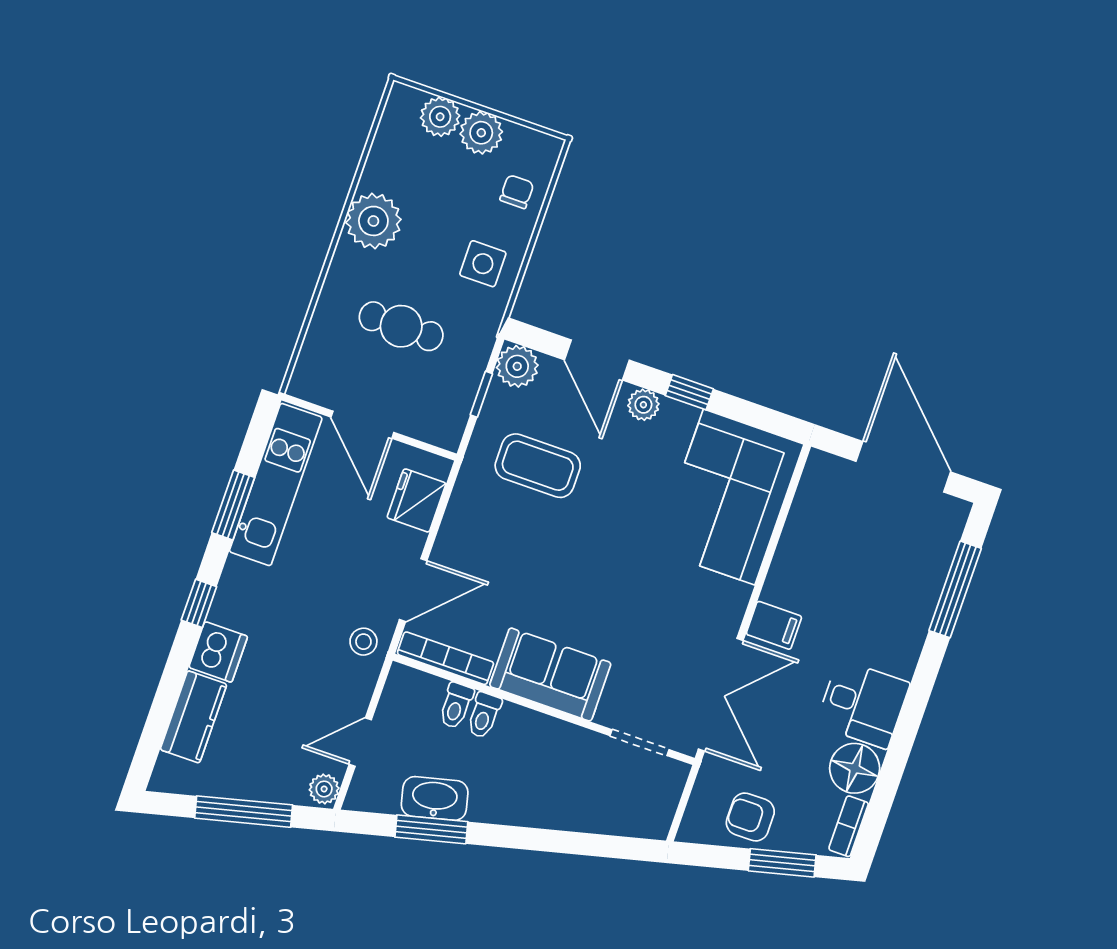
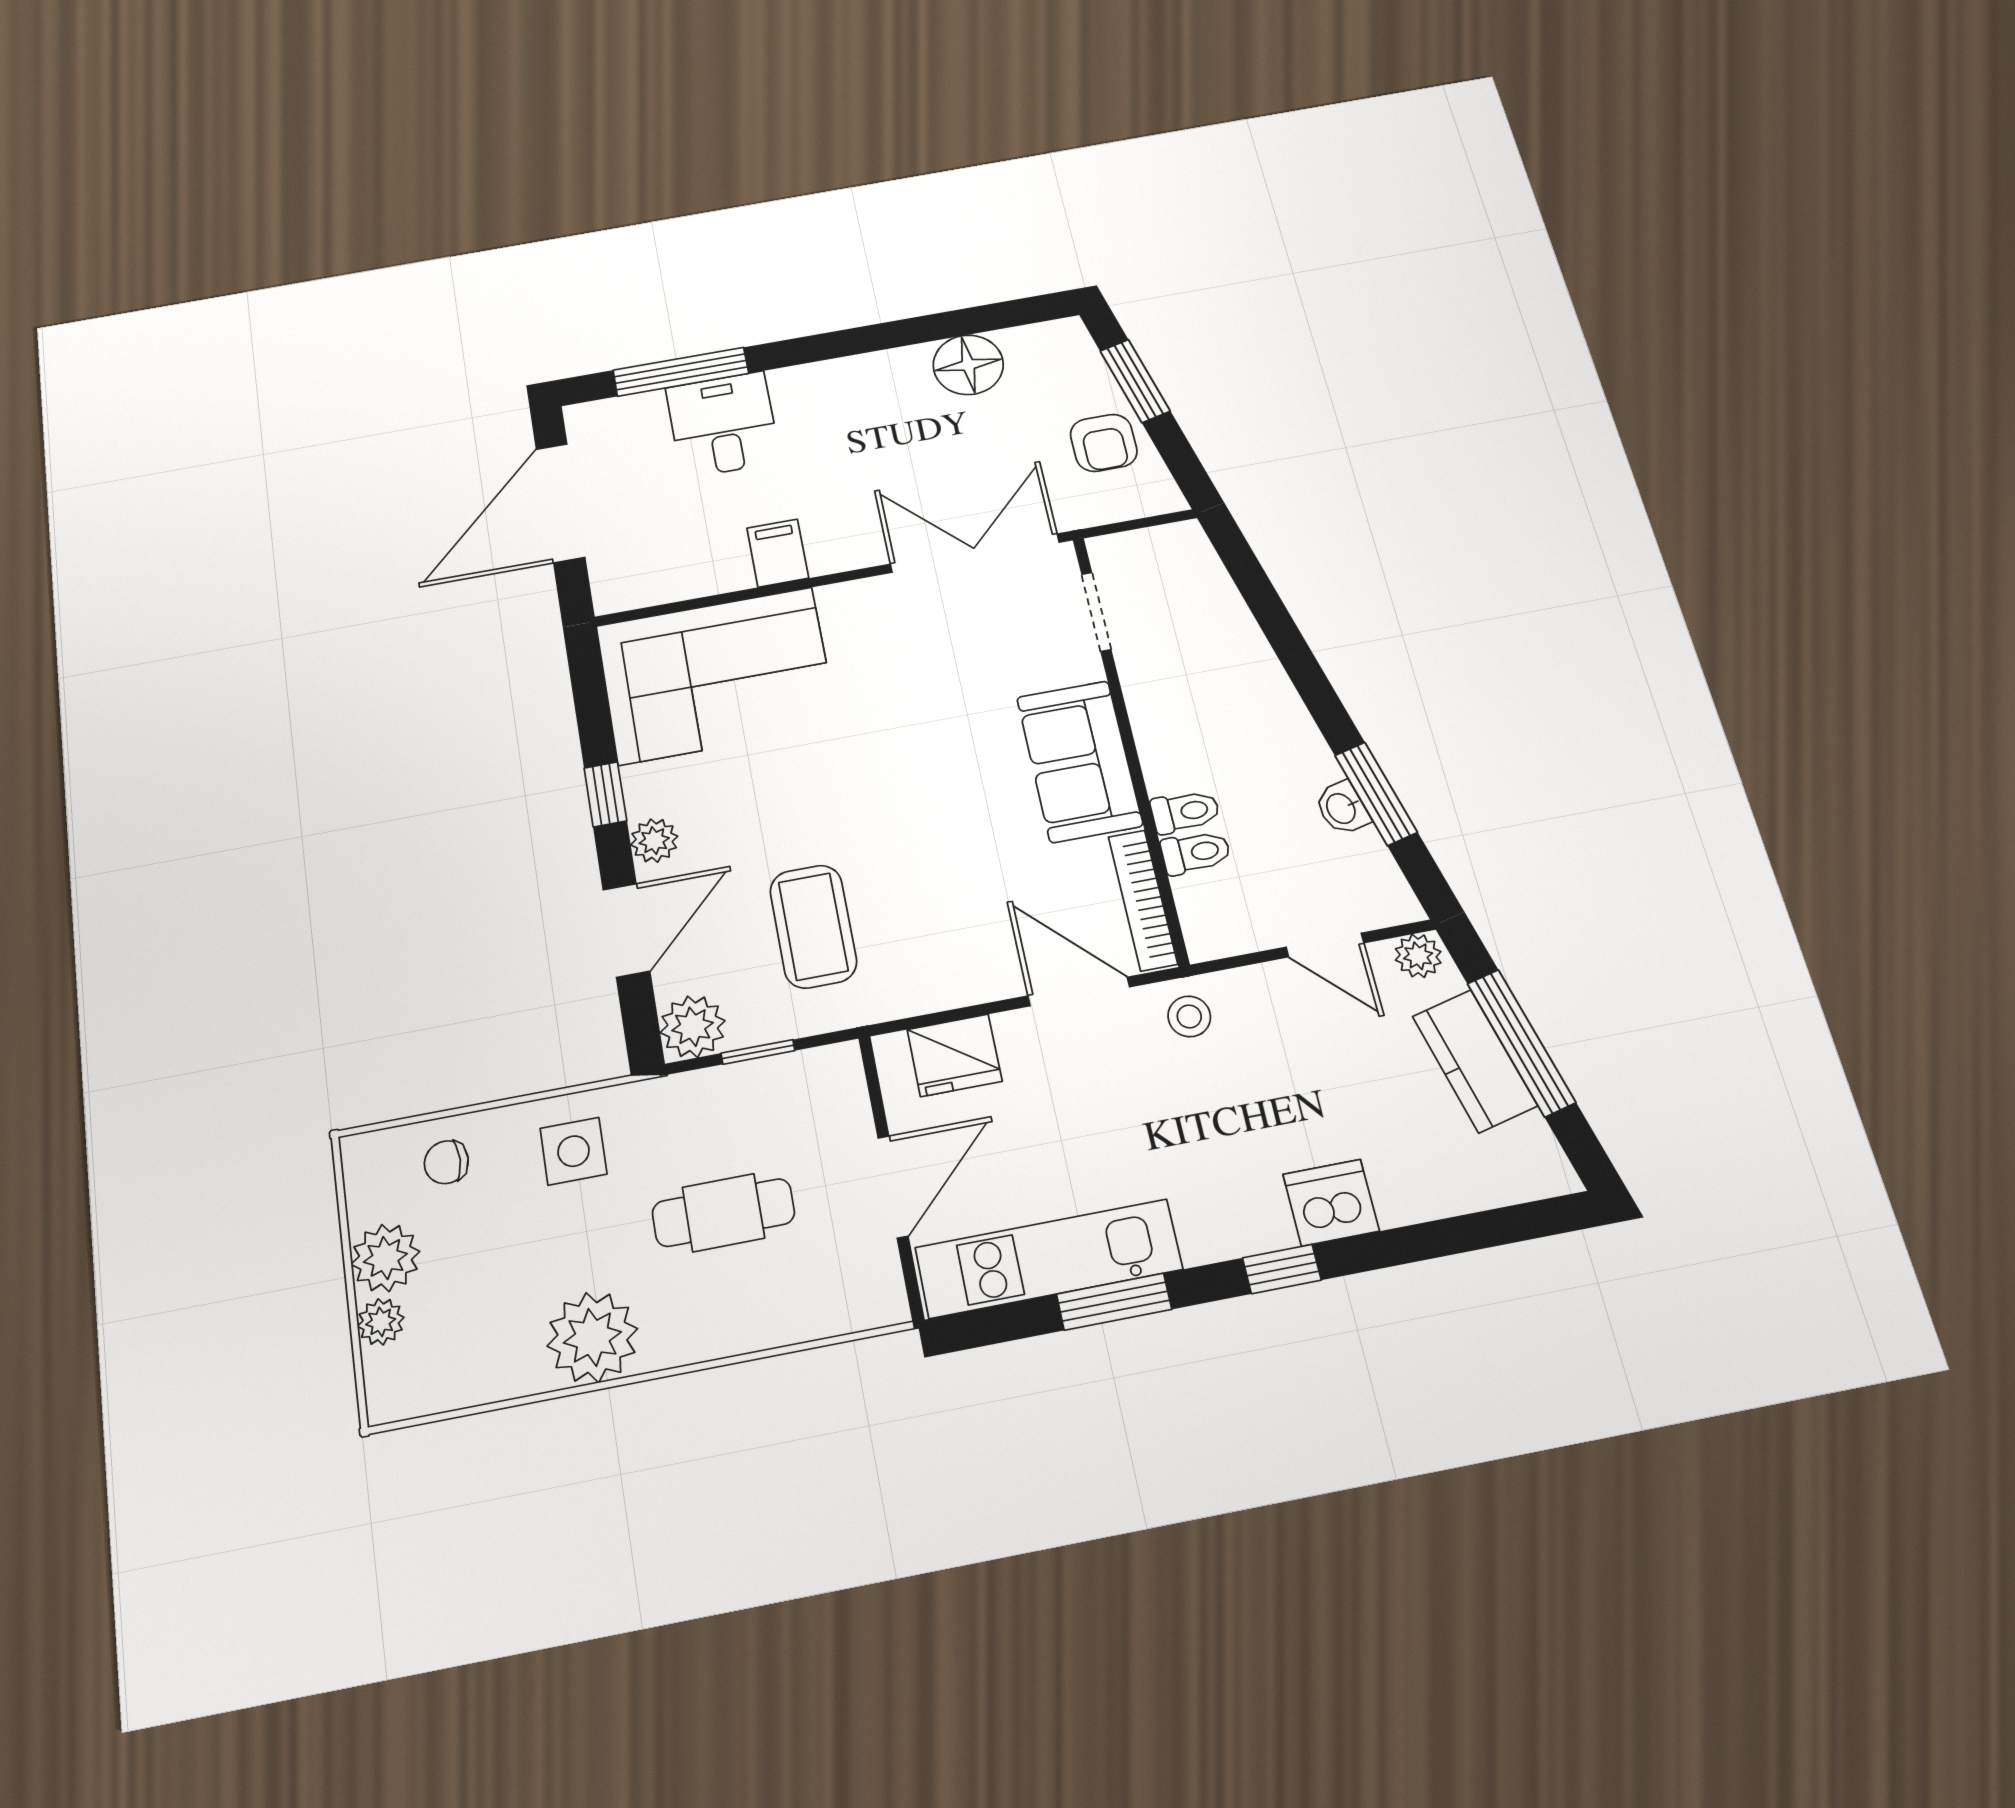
plant: (440, 117) -> (381, 1322), width x0.73, depth x0.73
cafe table: (401, 326) -> (723, 1213), turned 90
filing cabinet: (774, 625) -> (778, 553), moved
desk: (863, 704) -> (723, 425), moved
kitchen counter: (193, 717) -> (1475, 1061), moved, turned -104
washbasin: (435, 798) -> (1342, 808), width x0.52, depth x0.69
bookcase: (849, 826) -> (1042, 336), removed

